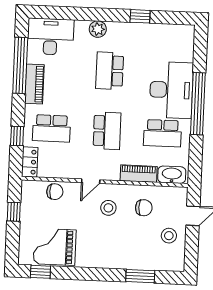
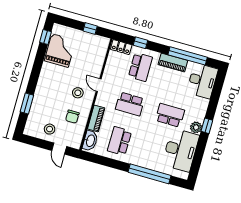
window: (140, 16) -> (207, 126), moved
plant: (98, 29) -> (196, 127), moved
desk: (171, 90) -> (181, 150), moved, turned -90
window: (198, 104) -> (150, 174), moved
school desk: (52, 128) -> (140, 67), turned 180
chair: (55, 192) -> (97, 59), removed

